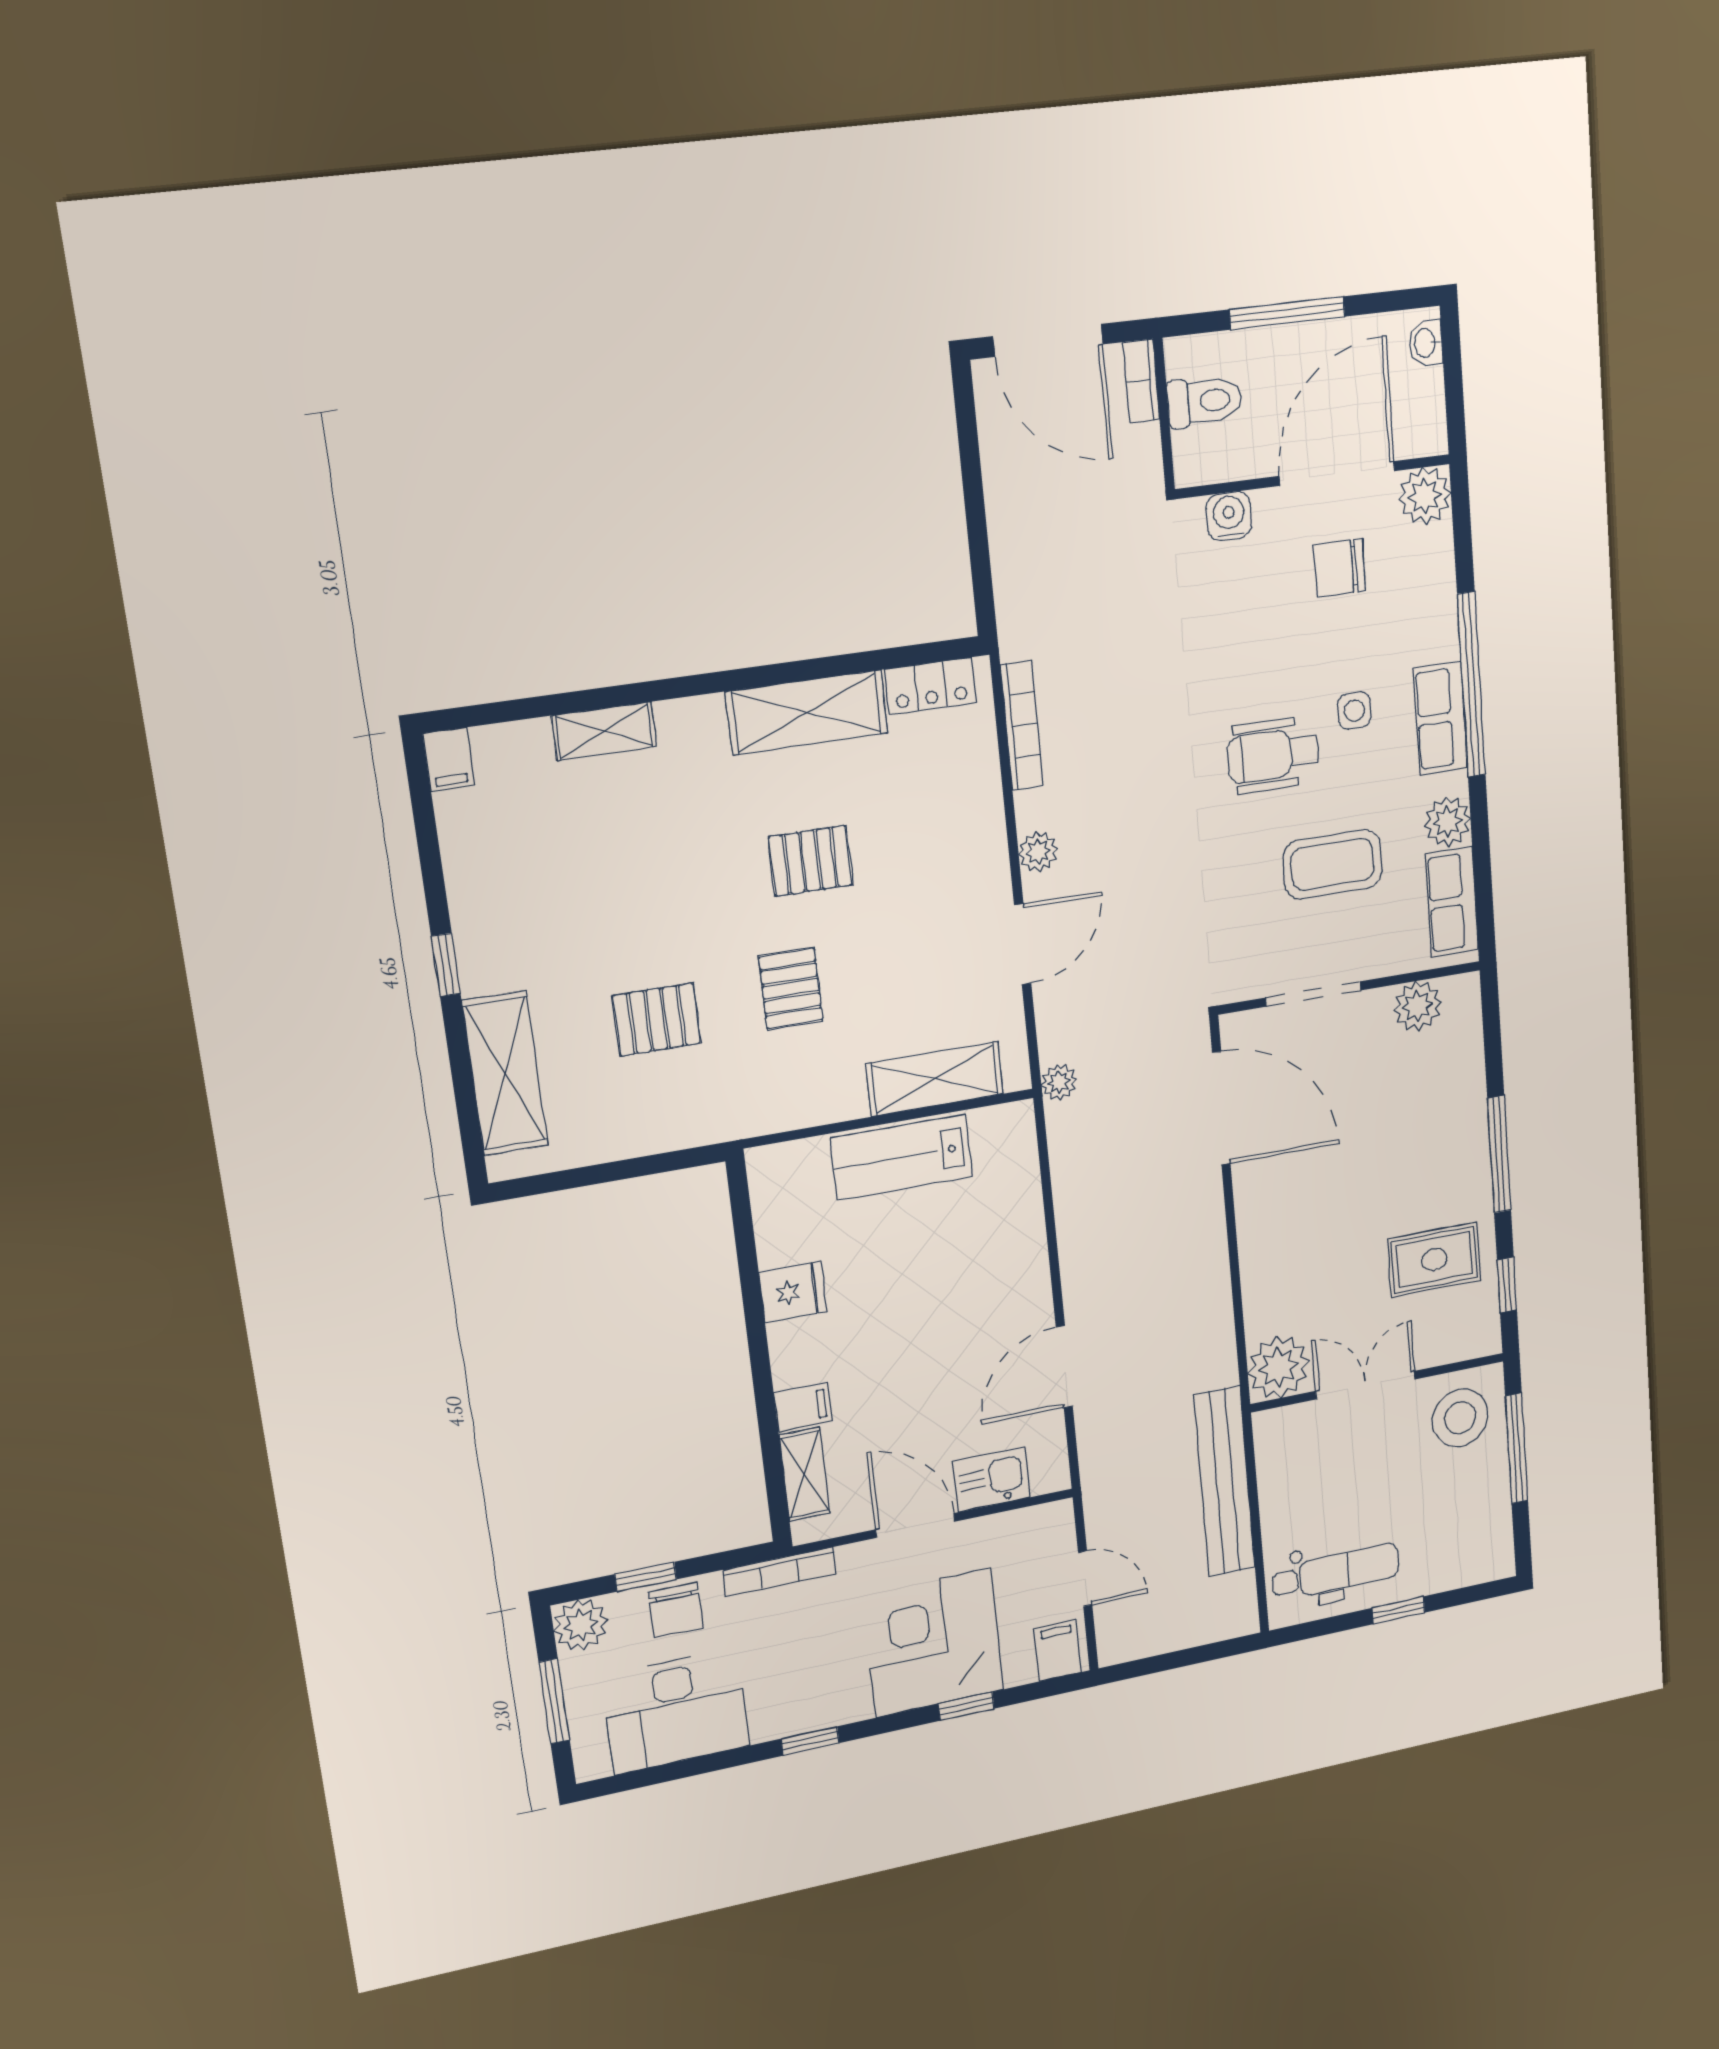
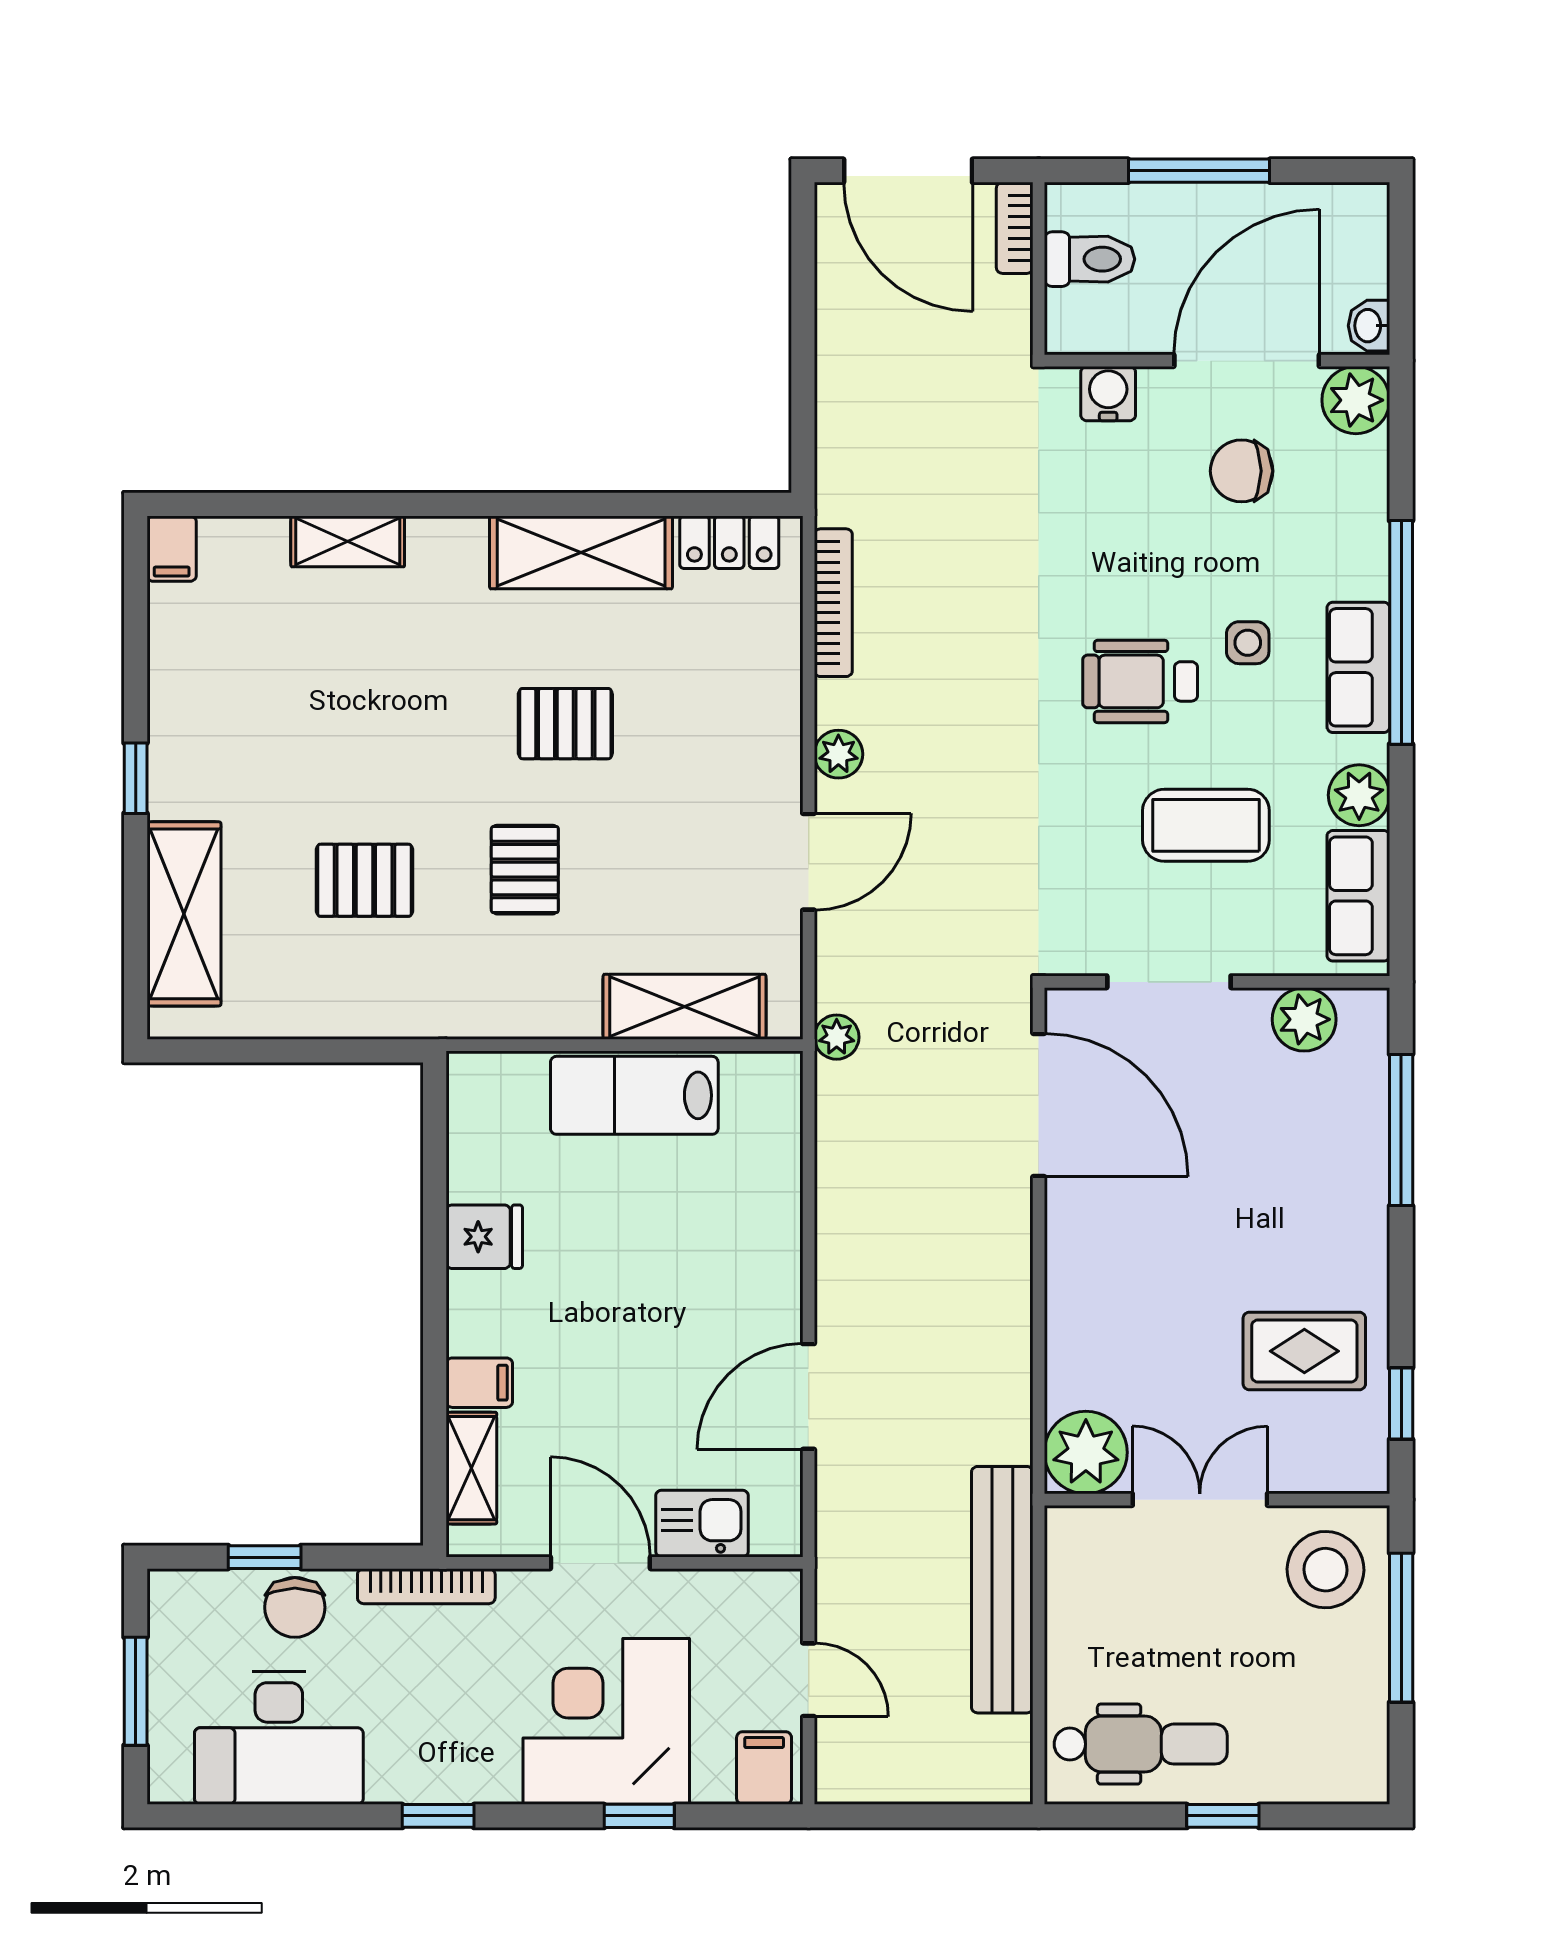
washbasin: (1426, 343) -> (1369, 326), moved
window: (1499, 1154) -> (1401, 1130), moved
plant: (581, 1625) -> (180, 1601), removed

